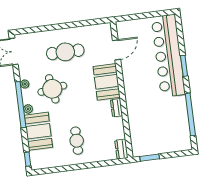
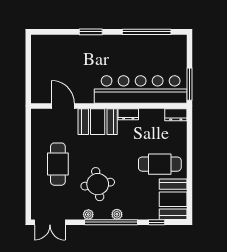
bar counter: (168, 56) -> (141, 89), moved, turned 180
booth: (38, 131) -> (173, 199), moved, turned 90
cafe table: (77, 141) -> (160, 164), width x1.37, depth x1.35
window: (150, 158) -> (189, 84), width x1.44
window: (28, 159) -> (157, 222), moved

